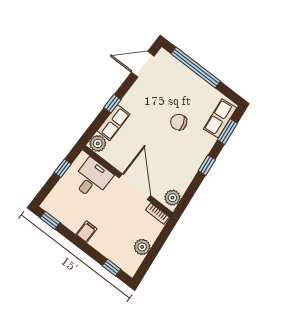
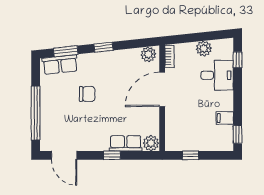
chair: (179, 122) -> (87, 94), turned -72
desk: (92, 179) -> (217, 75), moved, turned 180
filing cabinet: (87, 232) -> (225, 118), moved

